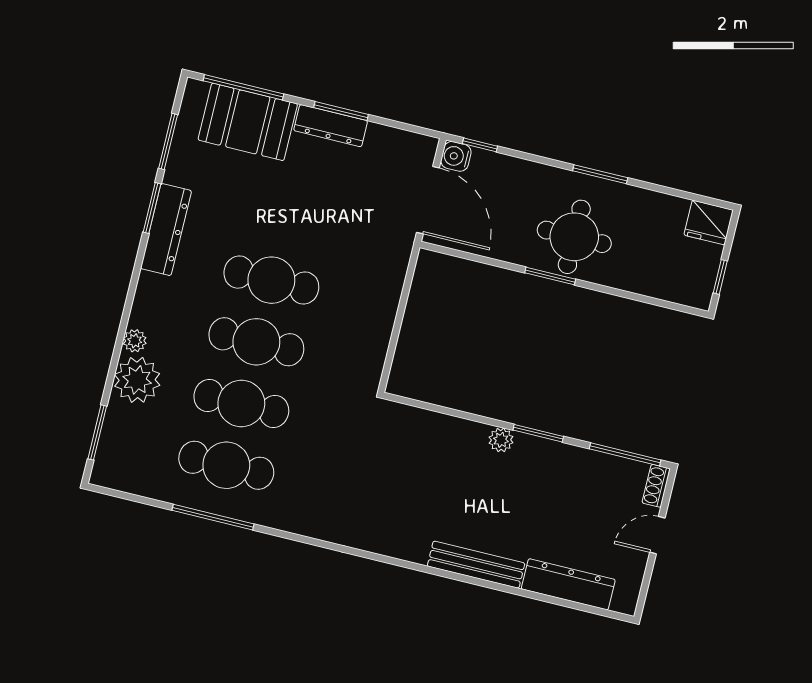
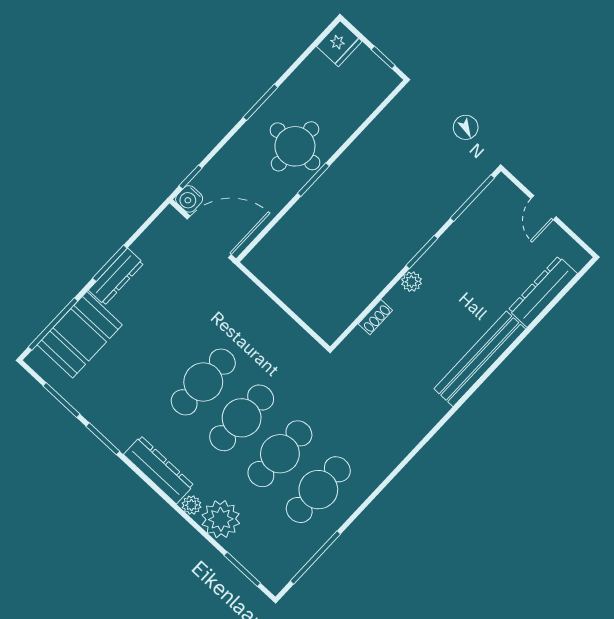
dresser: (166, 230) -> (159, 470), moved
shoe rack: (656, 486) -> (375, 317), moved, turned -90
window: (213, 517) -> (315, 558), moved
bench: (476, 565) -> (480, 359), width x1.37, depth x1.21

